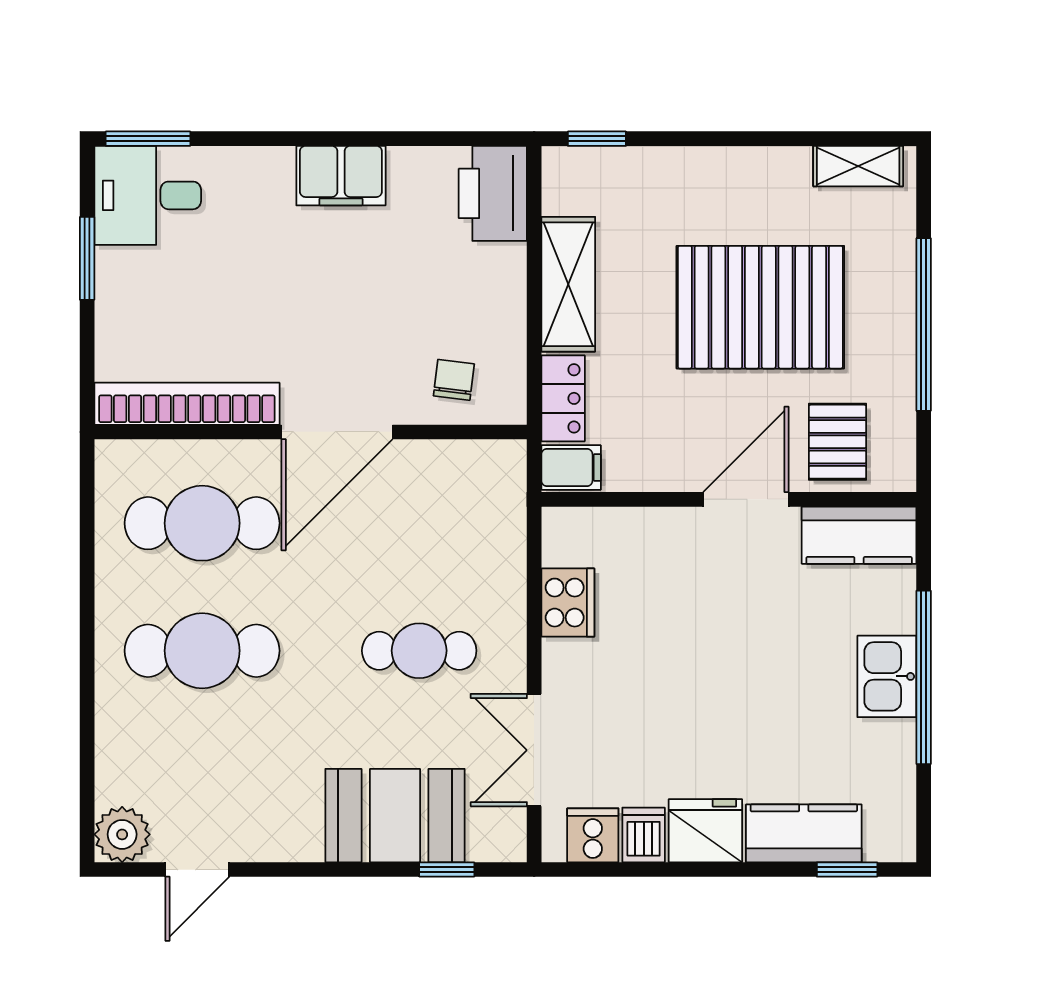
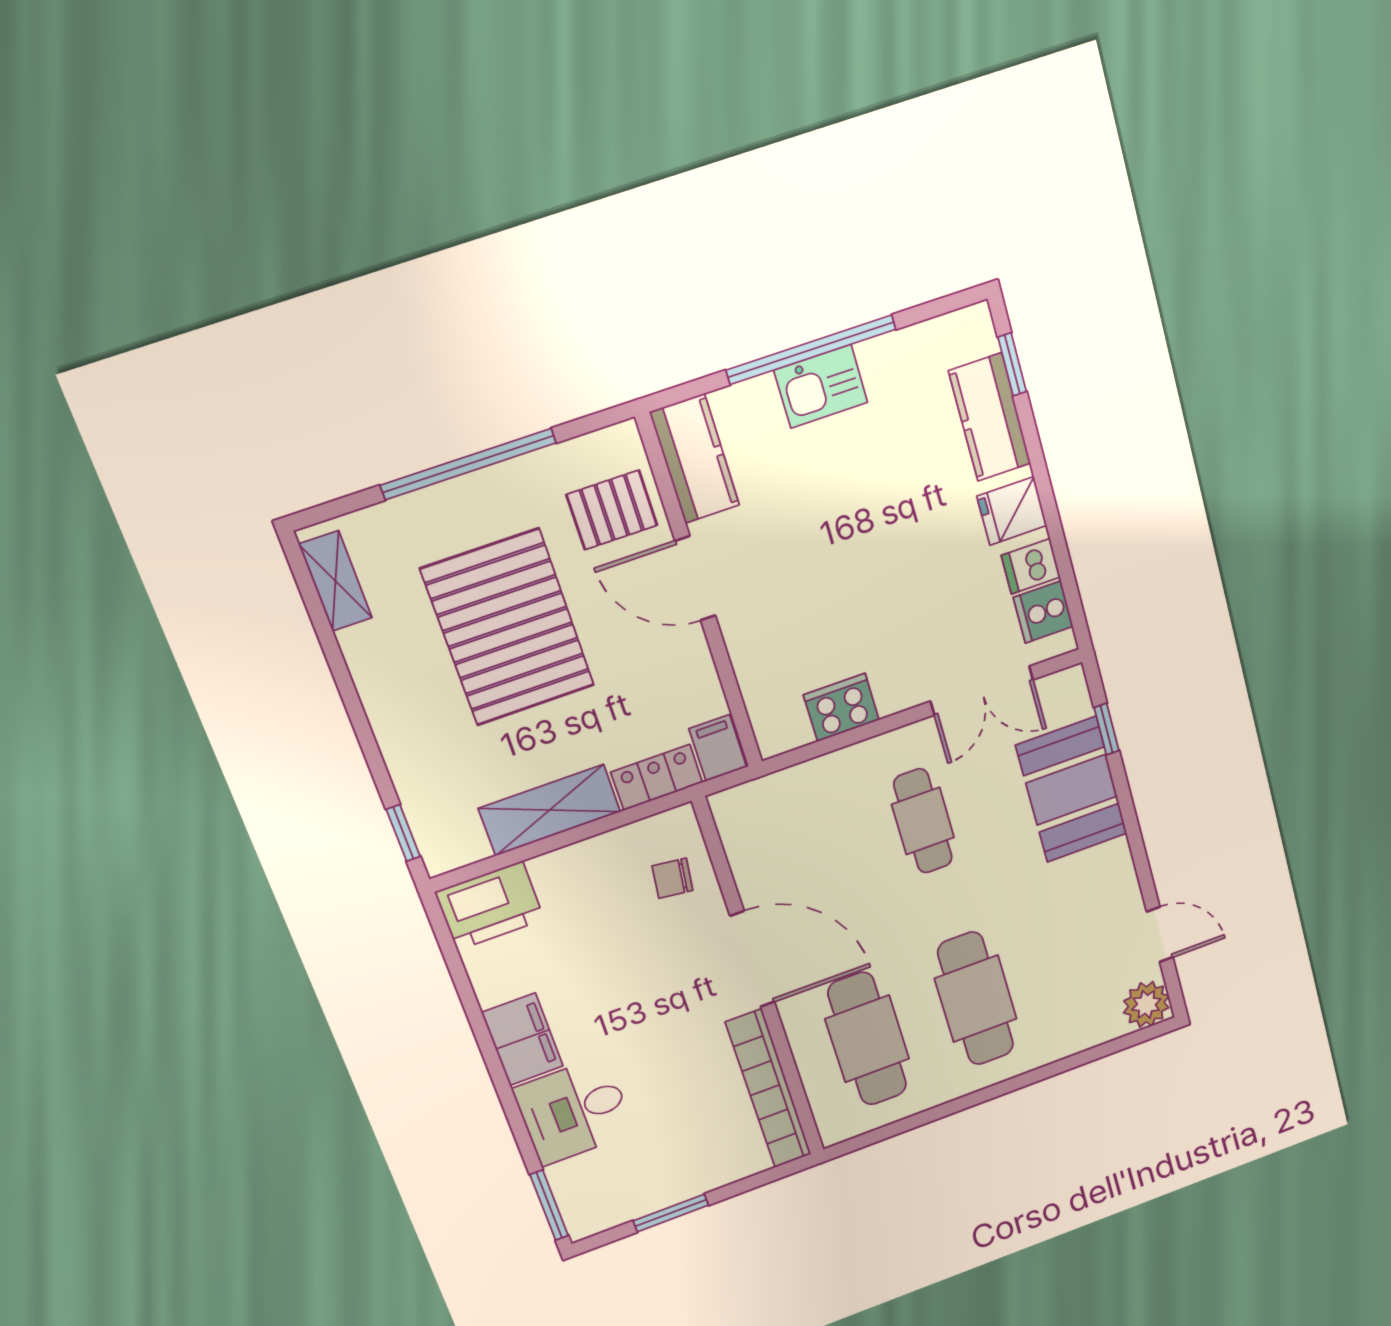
desk: (148, 195) -> (574, 1111), moved, turned 90
fridge: (705, 831) -> (1012, 511), width x0.72

